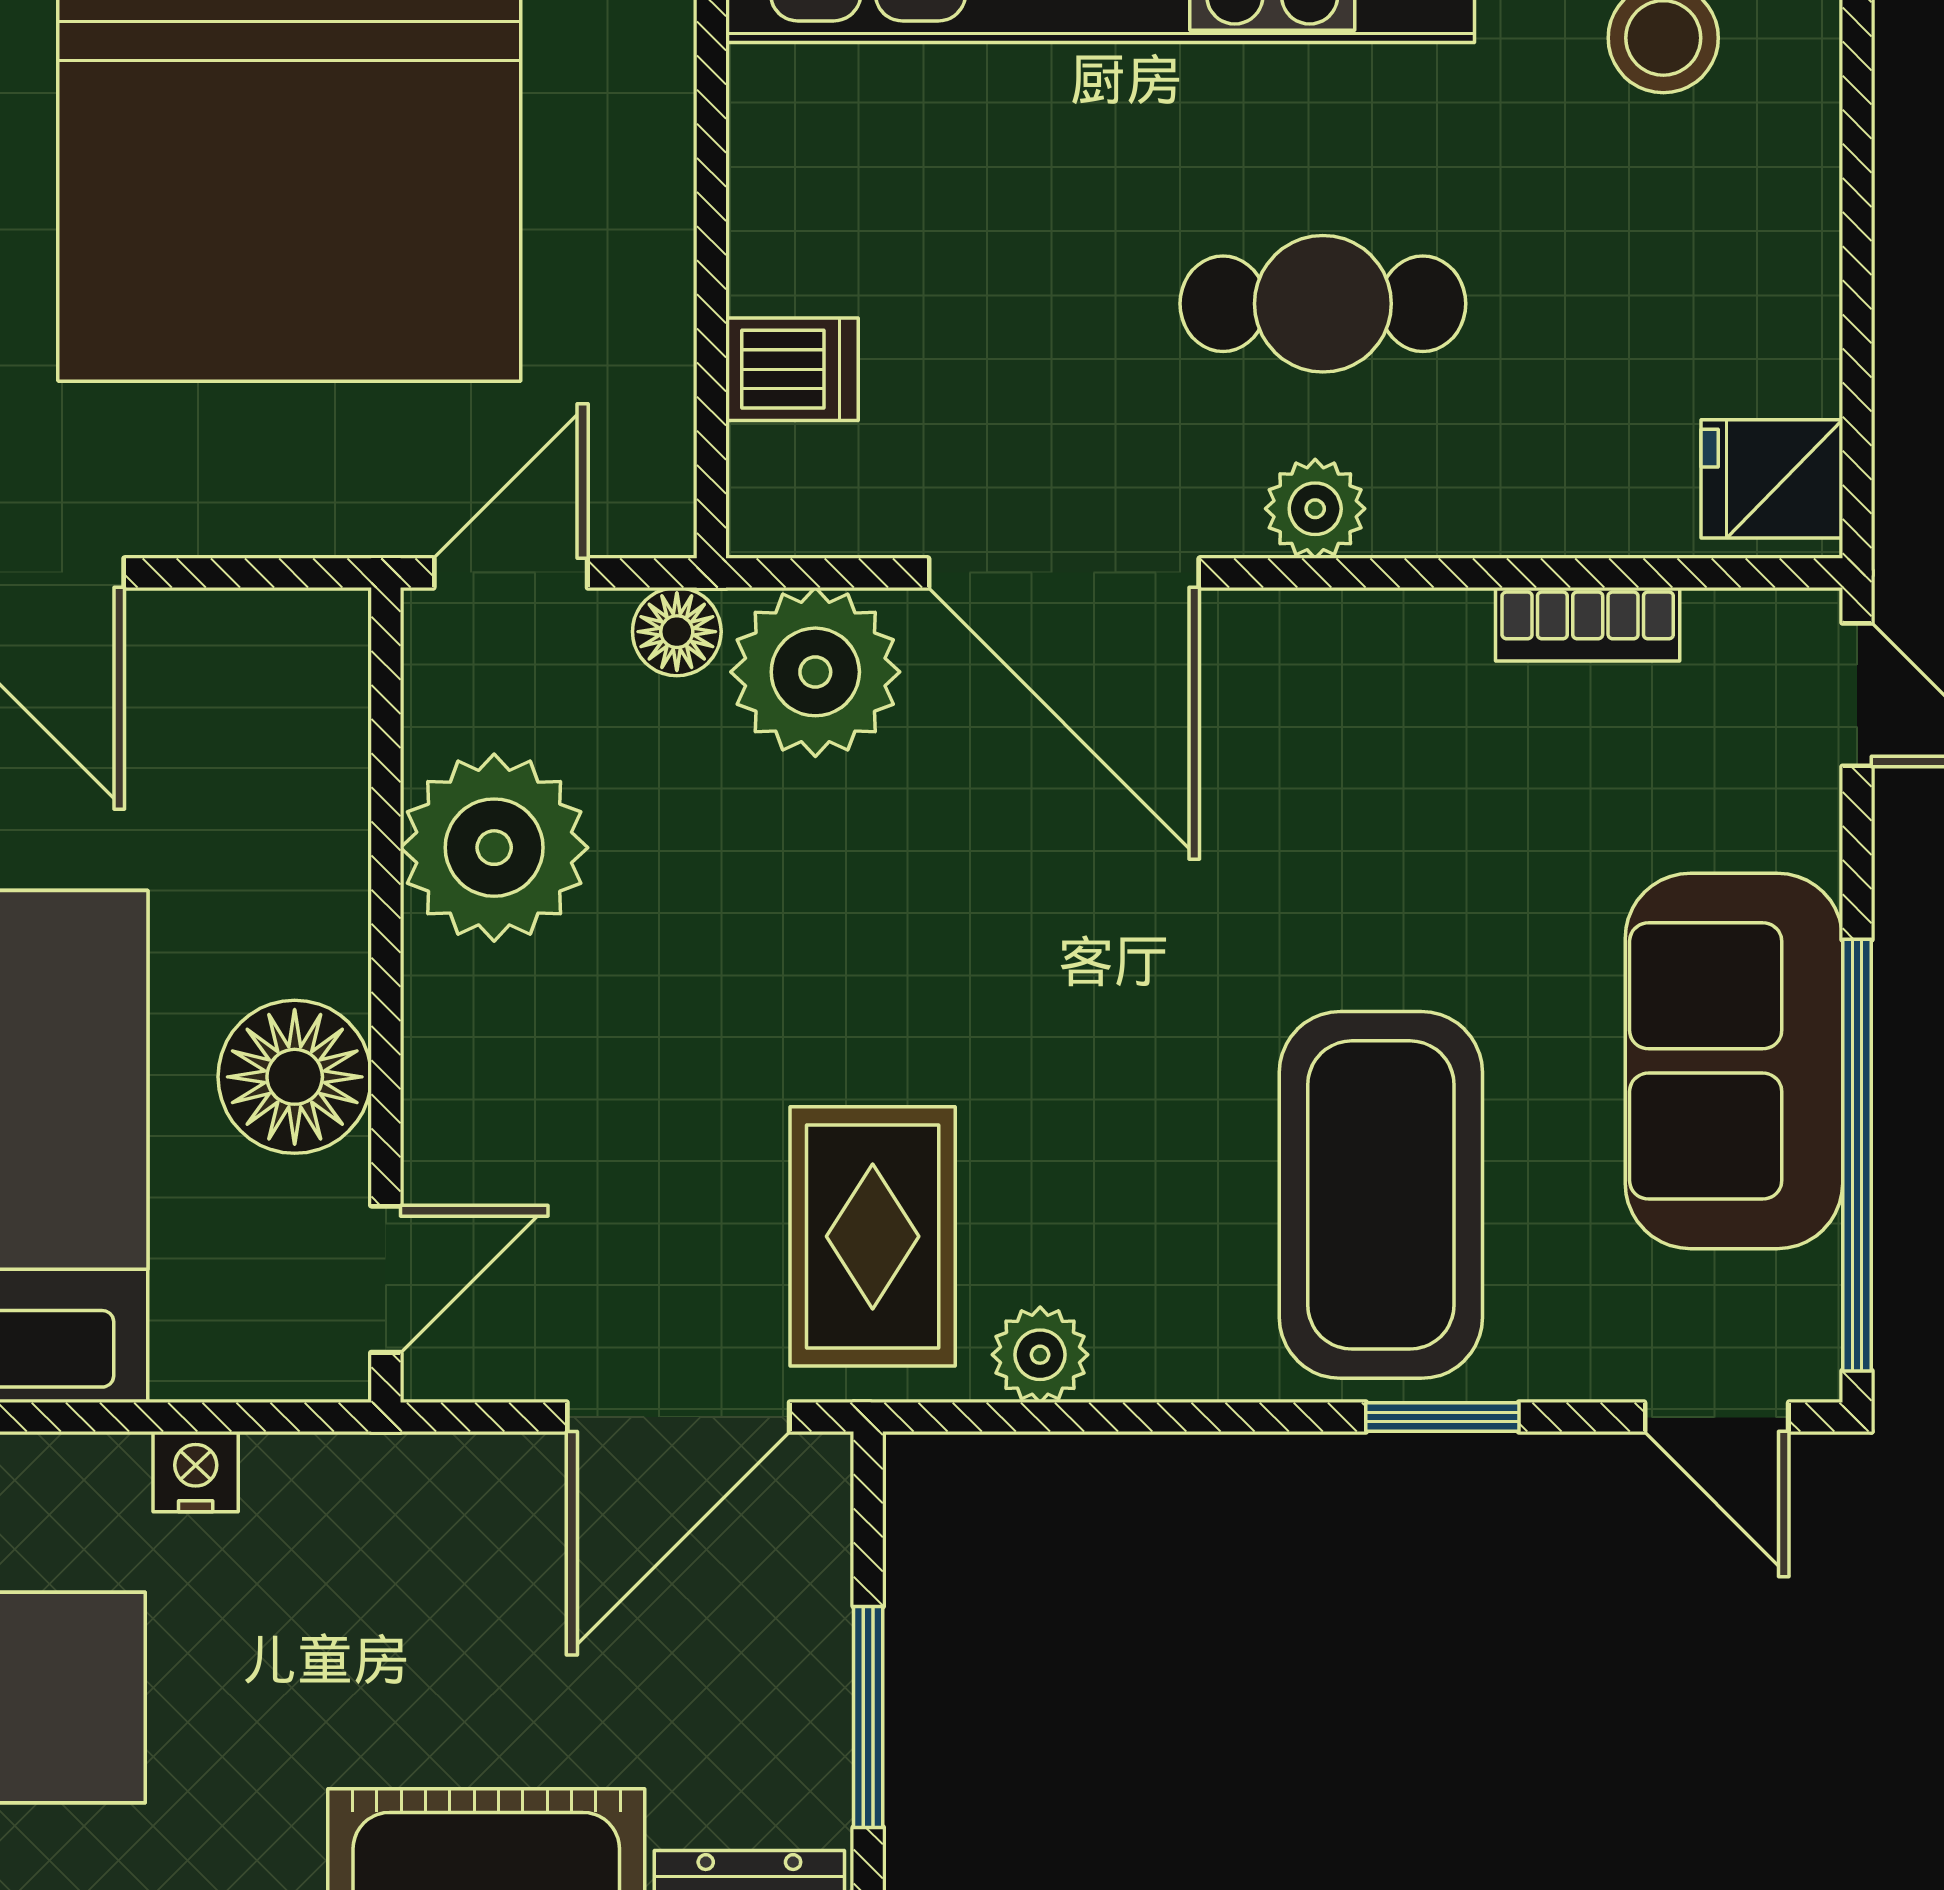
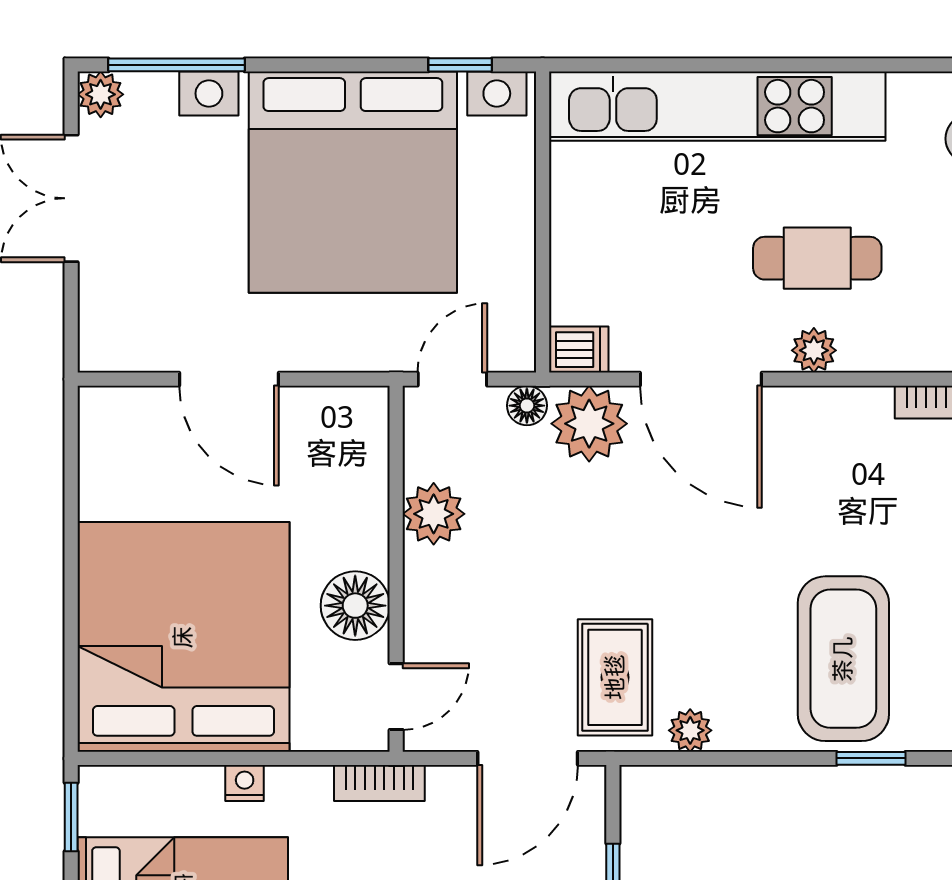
dishwasher: (792, 369) -> (579, 350), moved
plant: (494, 848) -> (434, 514), width x0.73, depth x0.73
nightstand: (196, 1472) -> (245, 783), moved
bookcase: (349, 1472) -> (379, 783), added

